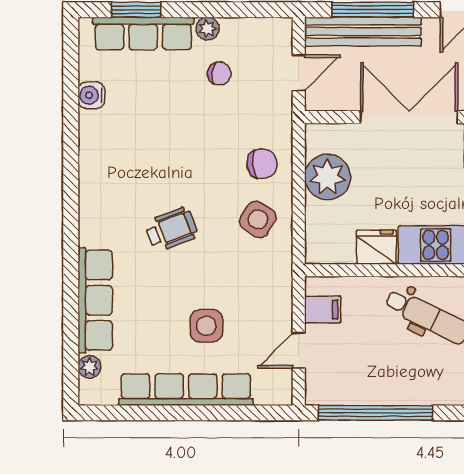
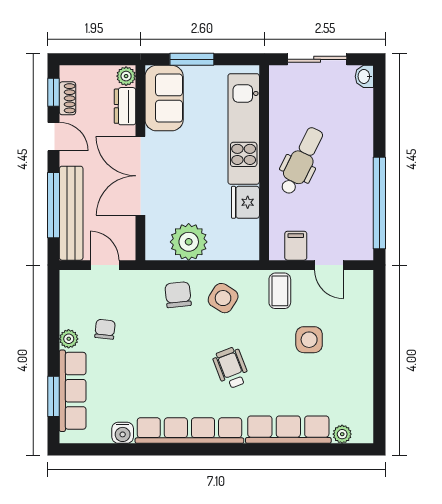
coffee table: (267, 290) -> (280, 291), added
row of seats: (186, 390) -> (189, 431), moved, turned 90

